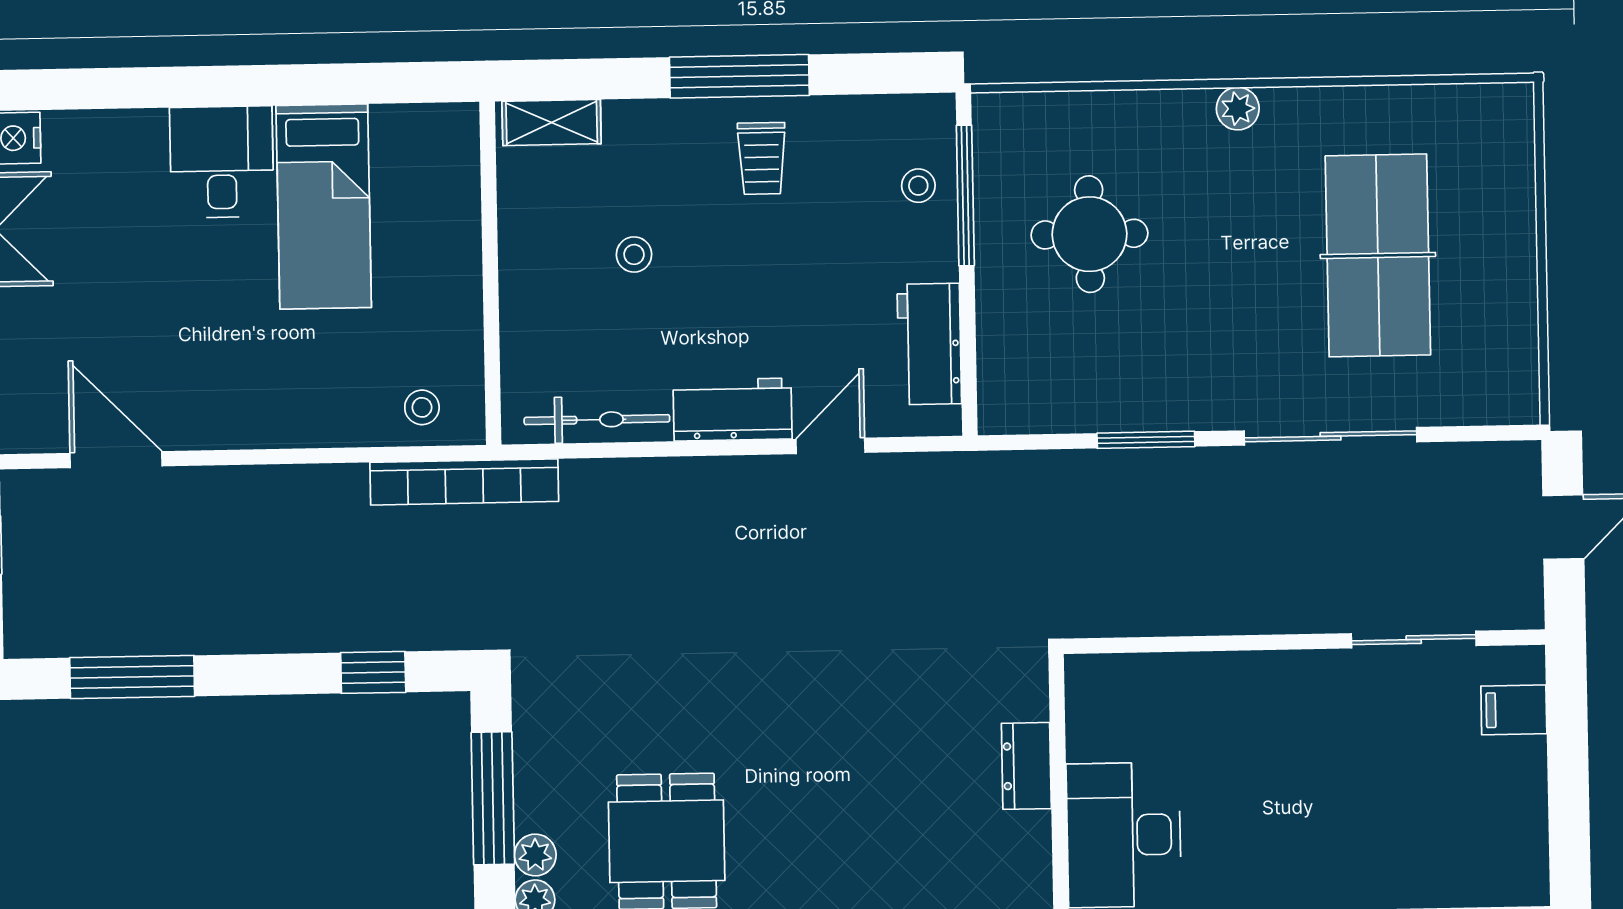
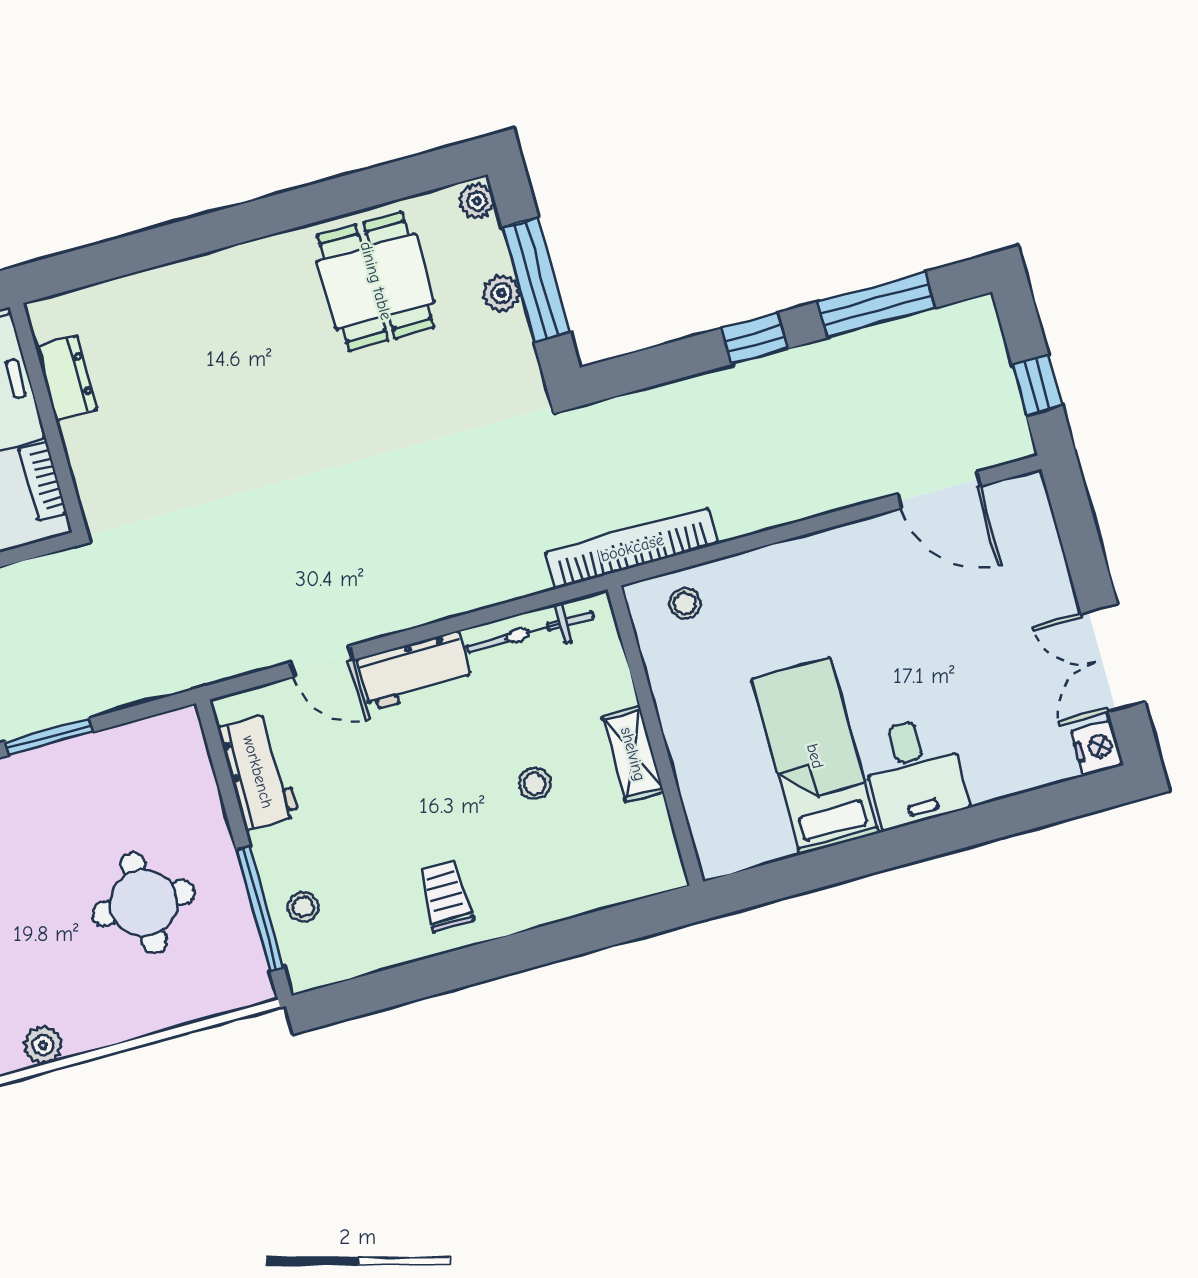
window: (739, 76) -> (483, 962), removed
shelving: (552, 122) -> (633, 754), moved, turned 90
door: (830, 446) -> (321, 661), hinge flipped
window: (373, 672) -> (755, 338), moved
bookcase: (1082, 718) -> (43, 481), added
dresser: (1026, 766) -> (66, 378), moved
plant: (535, 855) -> (501, 293), moved

